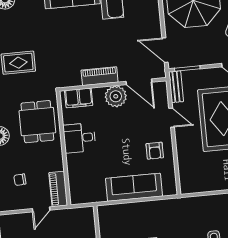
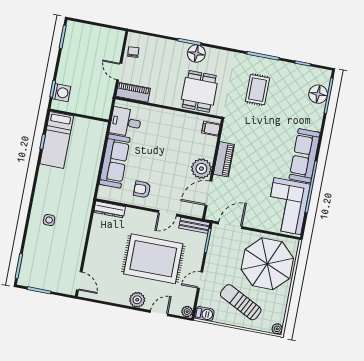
filing cabinet: (79, 98) -> (211, 129), width x0.50
dining table: (37, 122) -> (199, 91), turned 90
desk: (79, 138) -> (126, 122), moved, turned -90
dresser: (185, 178) -> (109, 210), added
chair: (20, 180) -> (133, 52), moved

